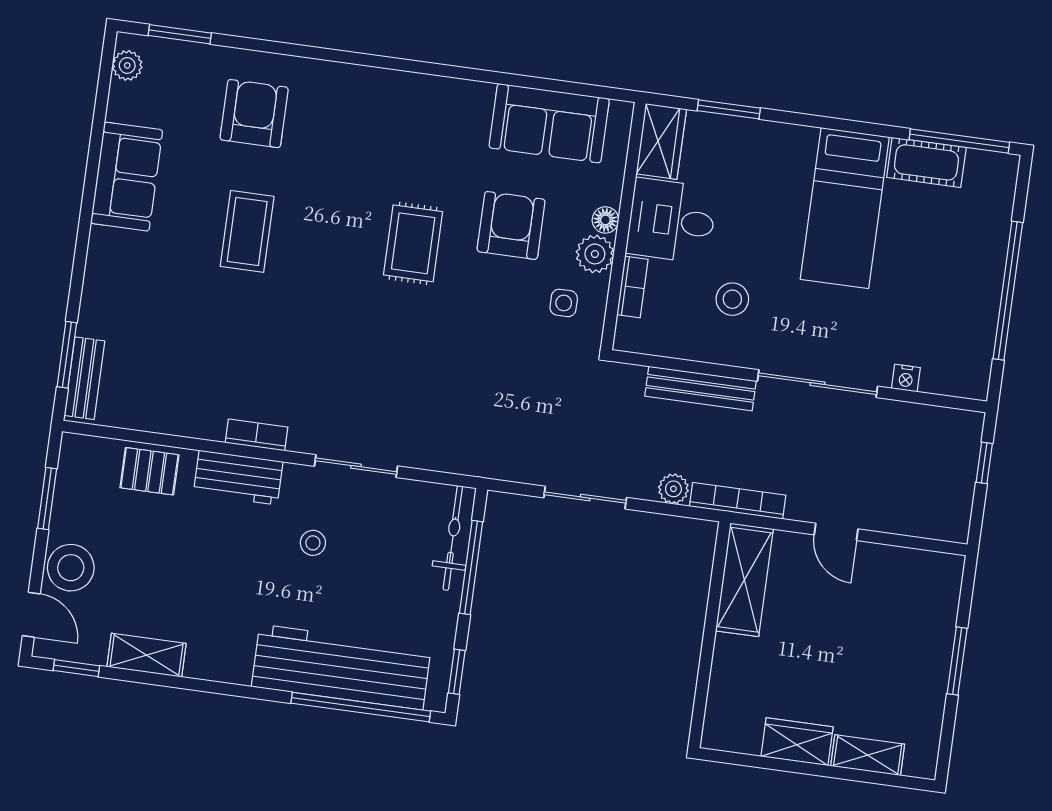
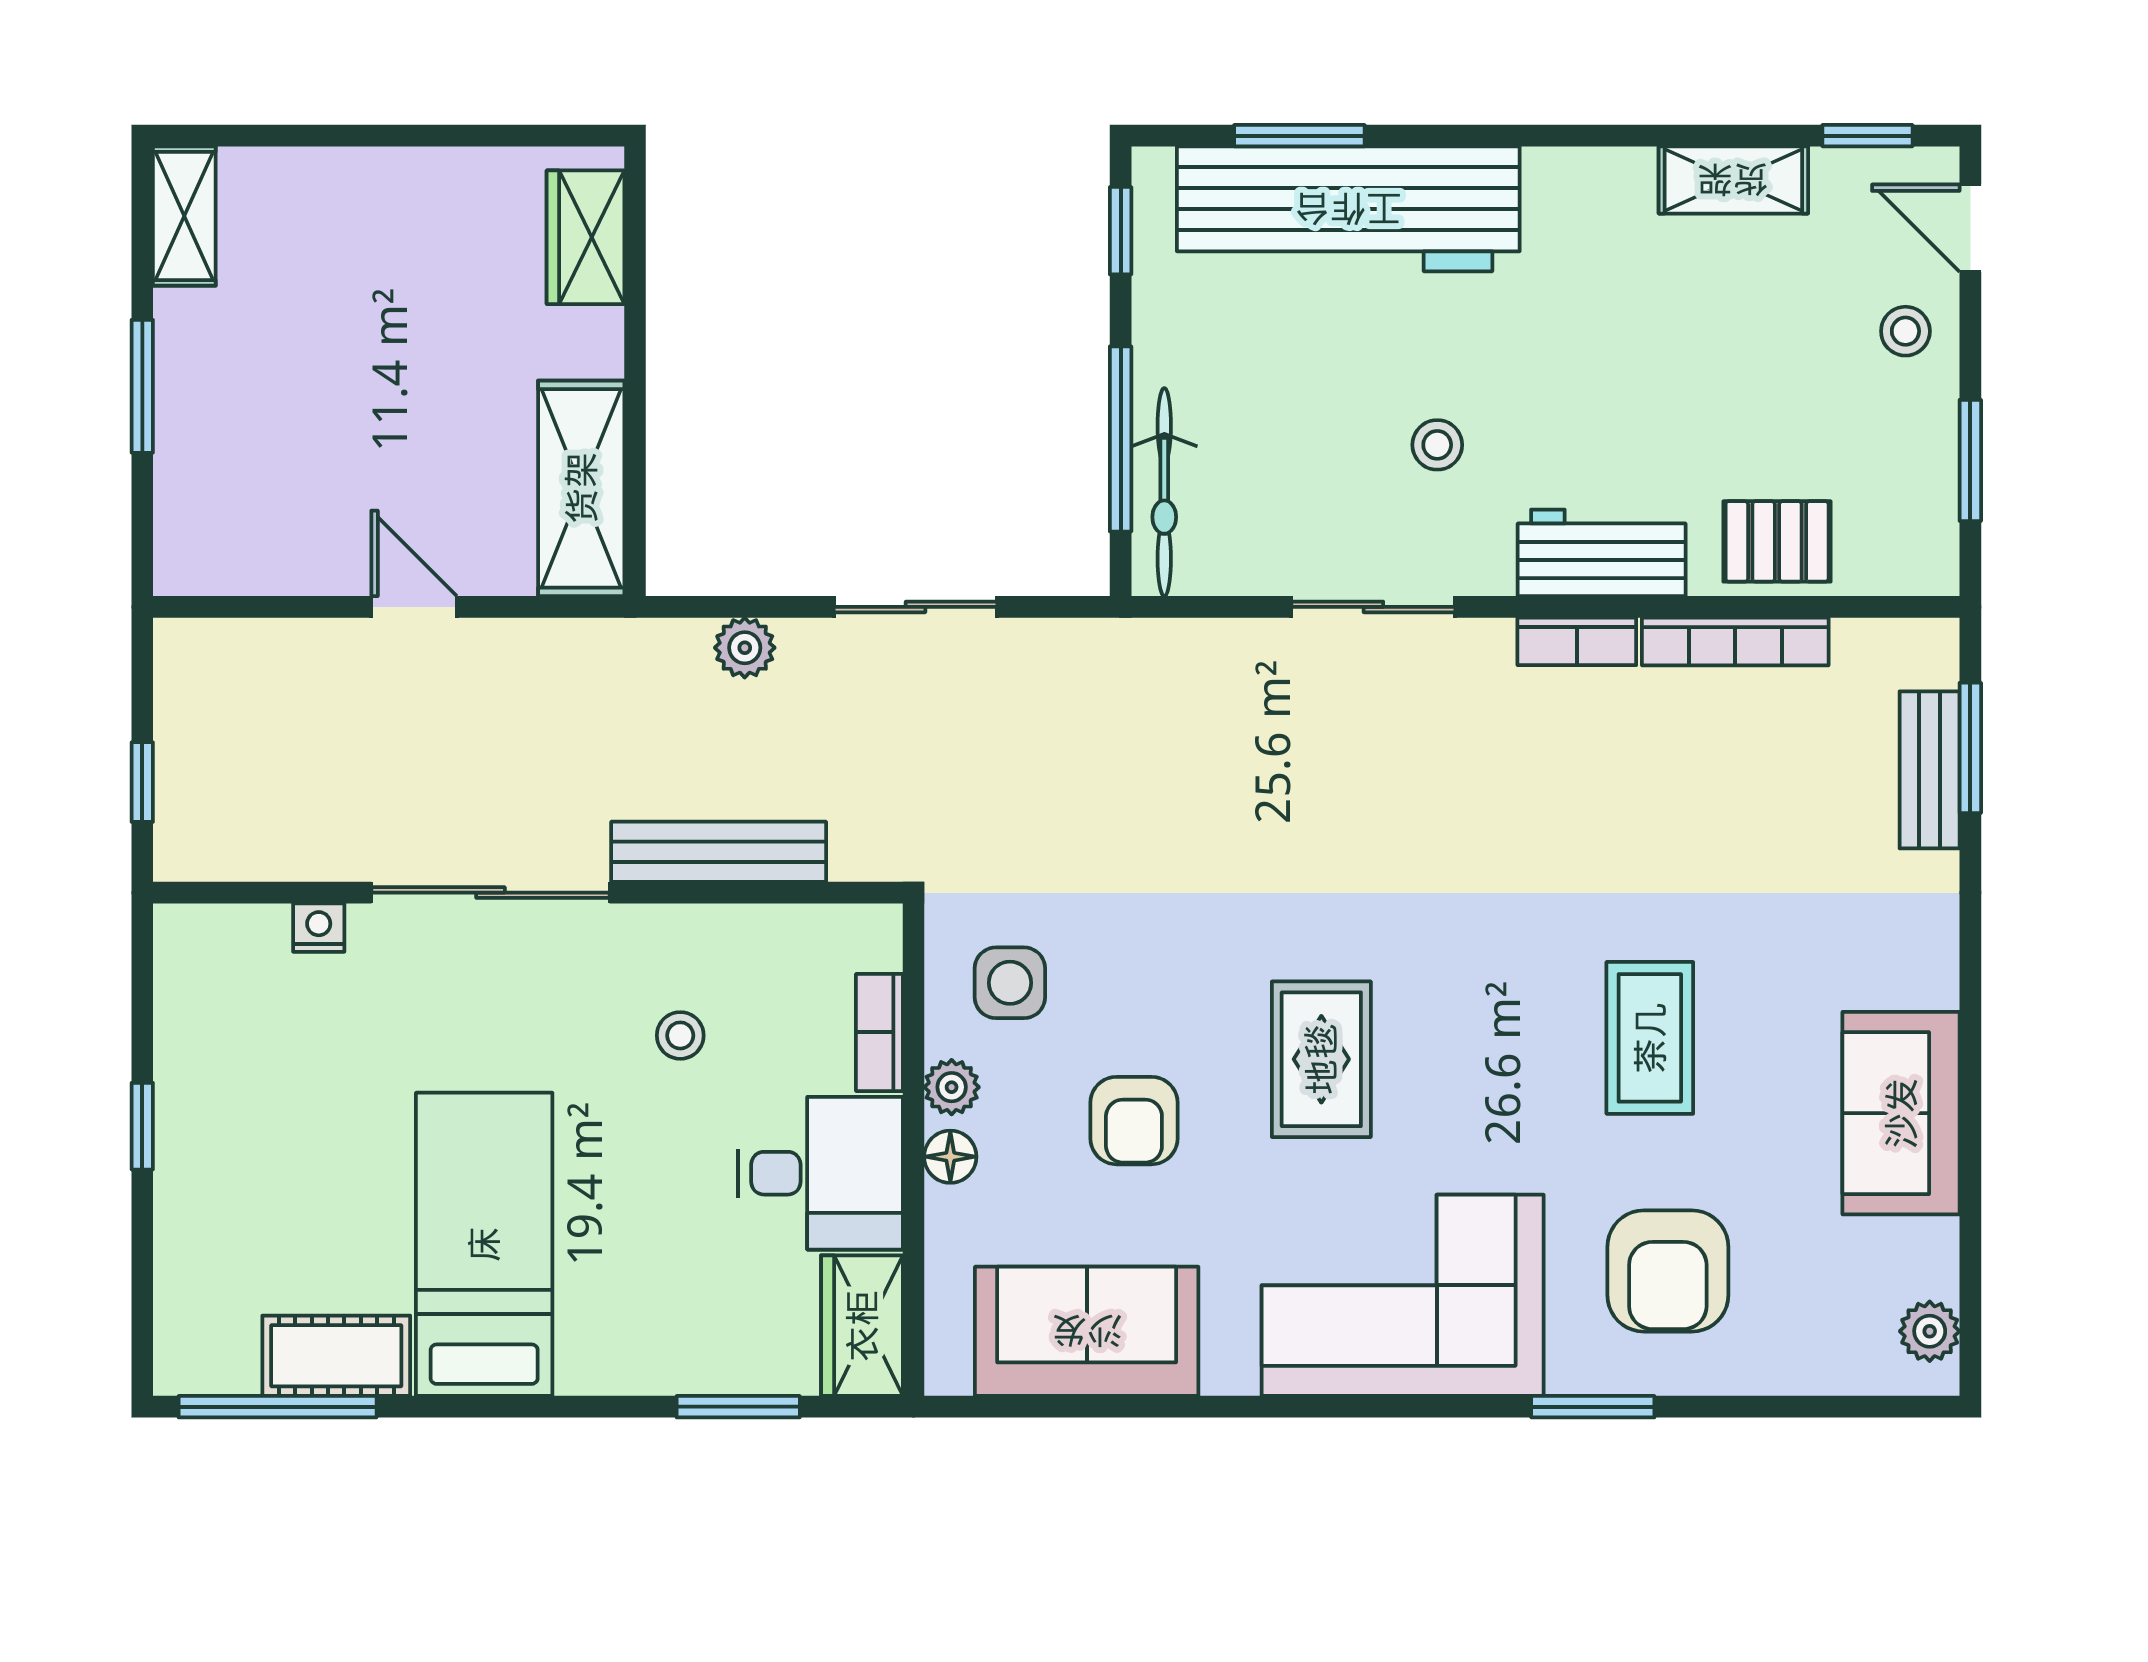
window: (180, 34) -> (1593, 1407), moved
corner sofa: (389, 120) -> (1403, 1295), added
armchair: (511, 225) -> (1134, 1121), width x0.72, depth x0.72
plant: (595, 254) -> (952, 1087), width x0.73, depth x0.73
window: (1008, 291) -> (142, 1126), width x0.32
stool: (732, 299) -> (680, 1035), width x0.73, depth x0.73
side table: (564, 303) -> (1010, 983), width x1.37, depth x1.37
bench: (84, 378) -> (1930, 770), moved
bookcase: (738, 501) -> (1735, 642), moved
stool: (71, 568) -> (1905, 331), width x0.53, depth x0.53
window: (361, 707) -> (1299, 136), width x0.47
wardrobe: (797, 742) -> (586, 237), moved, turned 90
shelving: (868, 755) -> (184, 216), moved, turned 90

